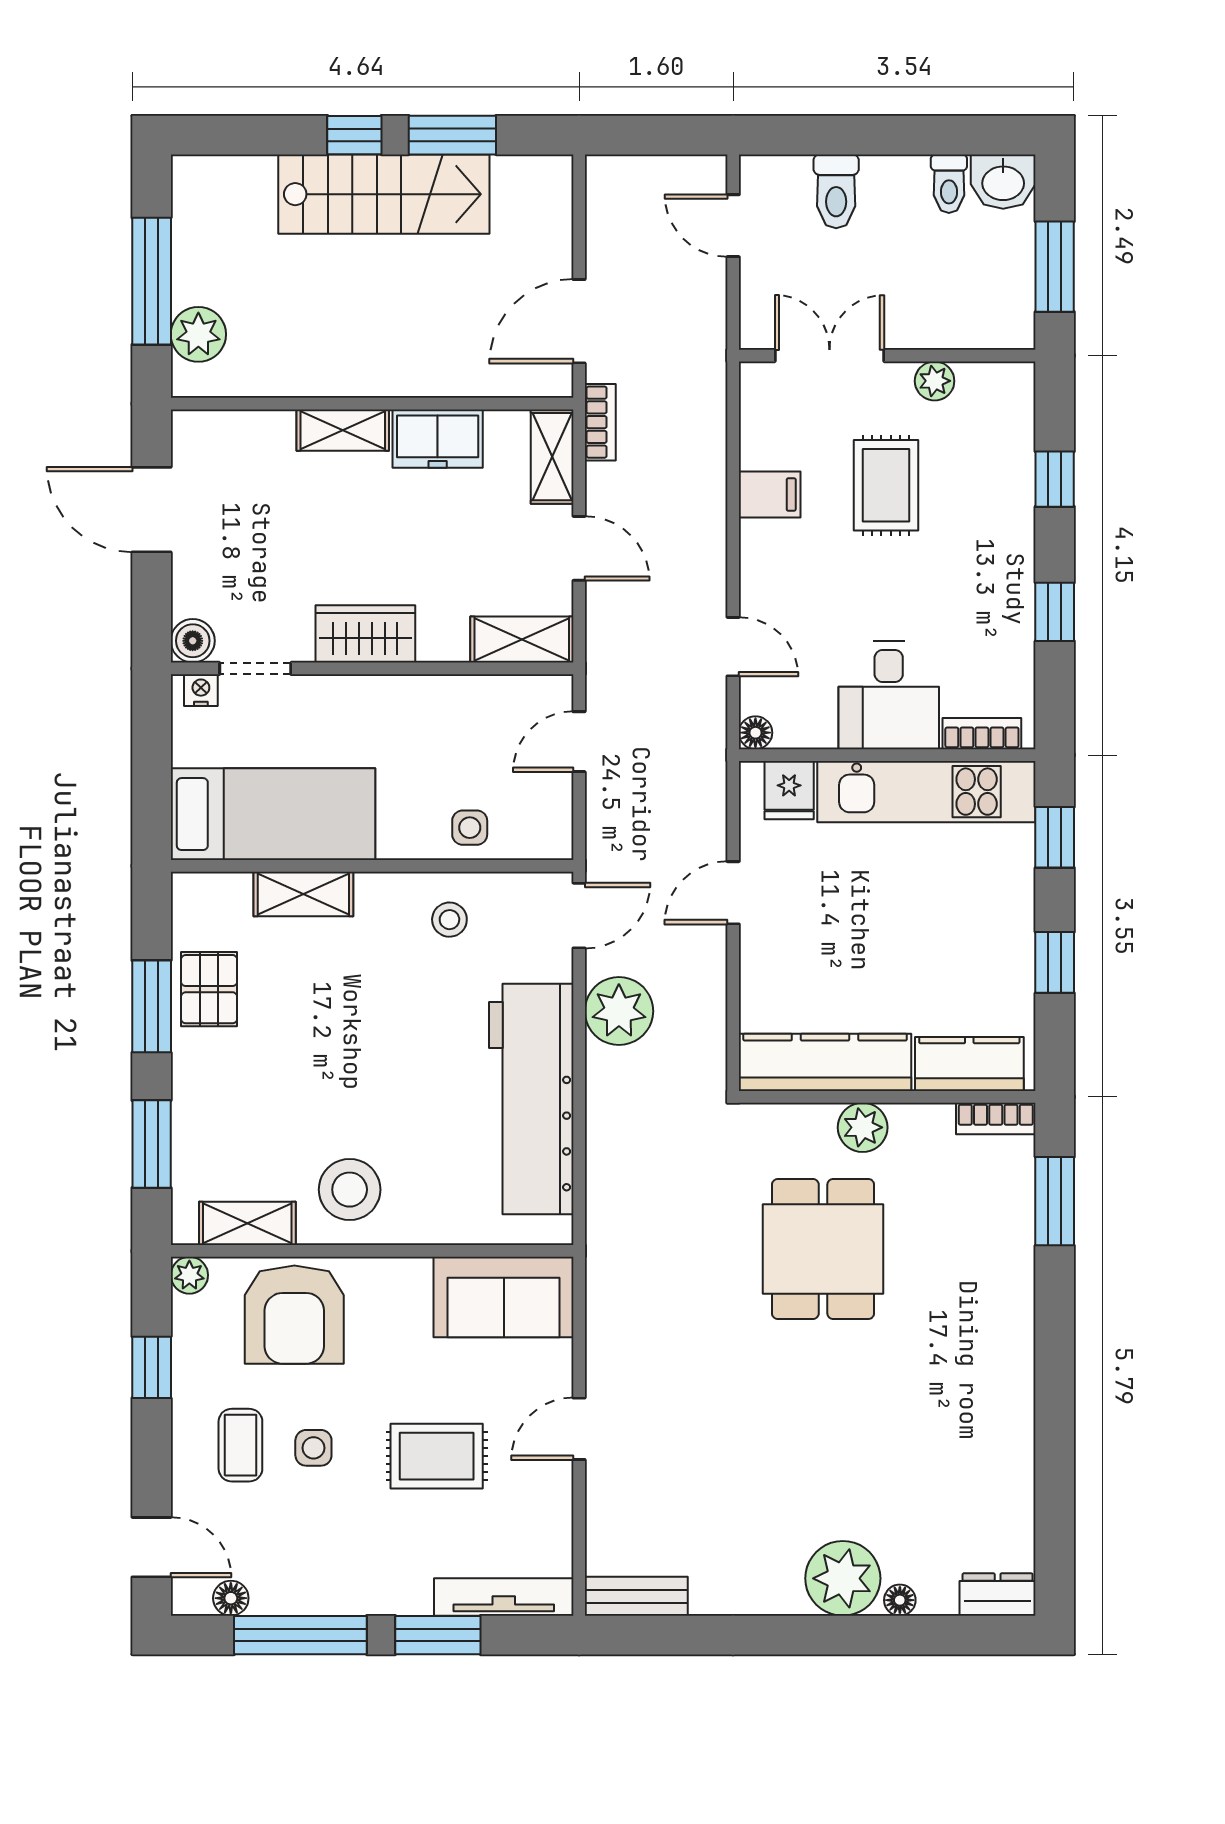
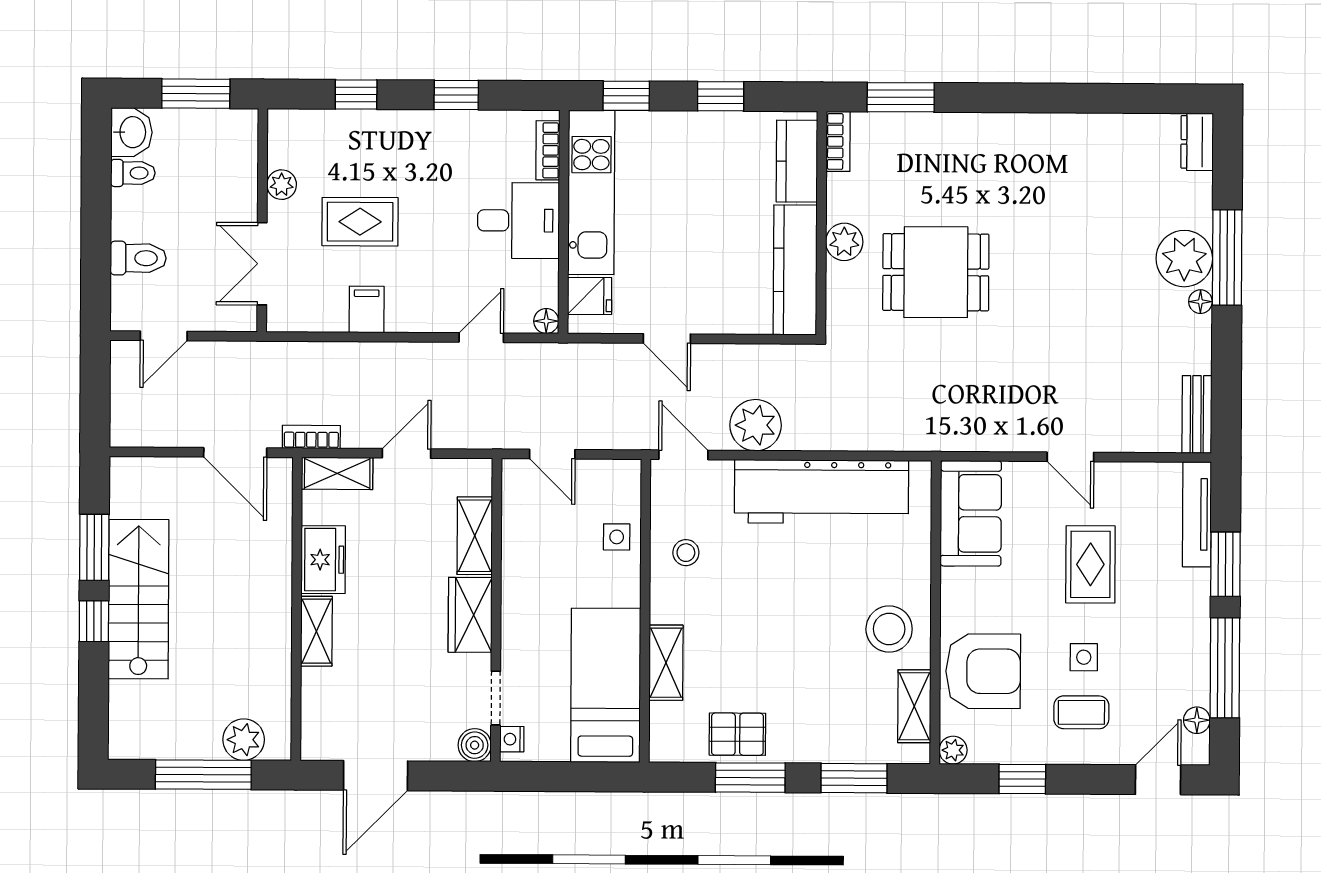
shelving: (522, 639) -> (475, 536), moved
floor lamp: (900, 1600) -> (1200, 302), moved
window: (845, 1635) -> (1227, 258), added

